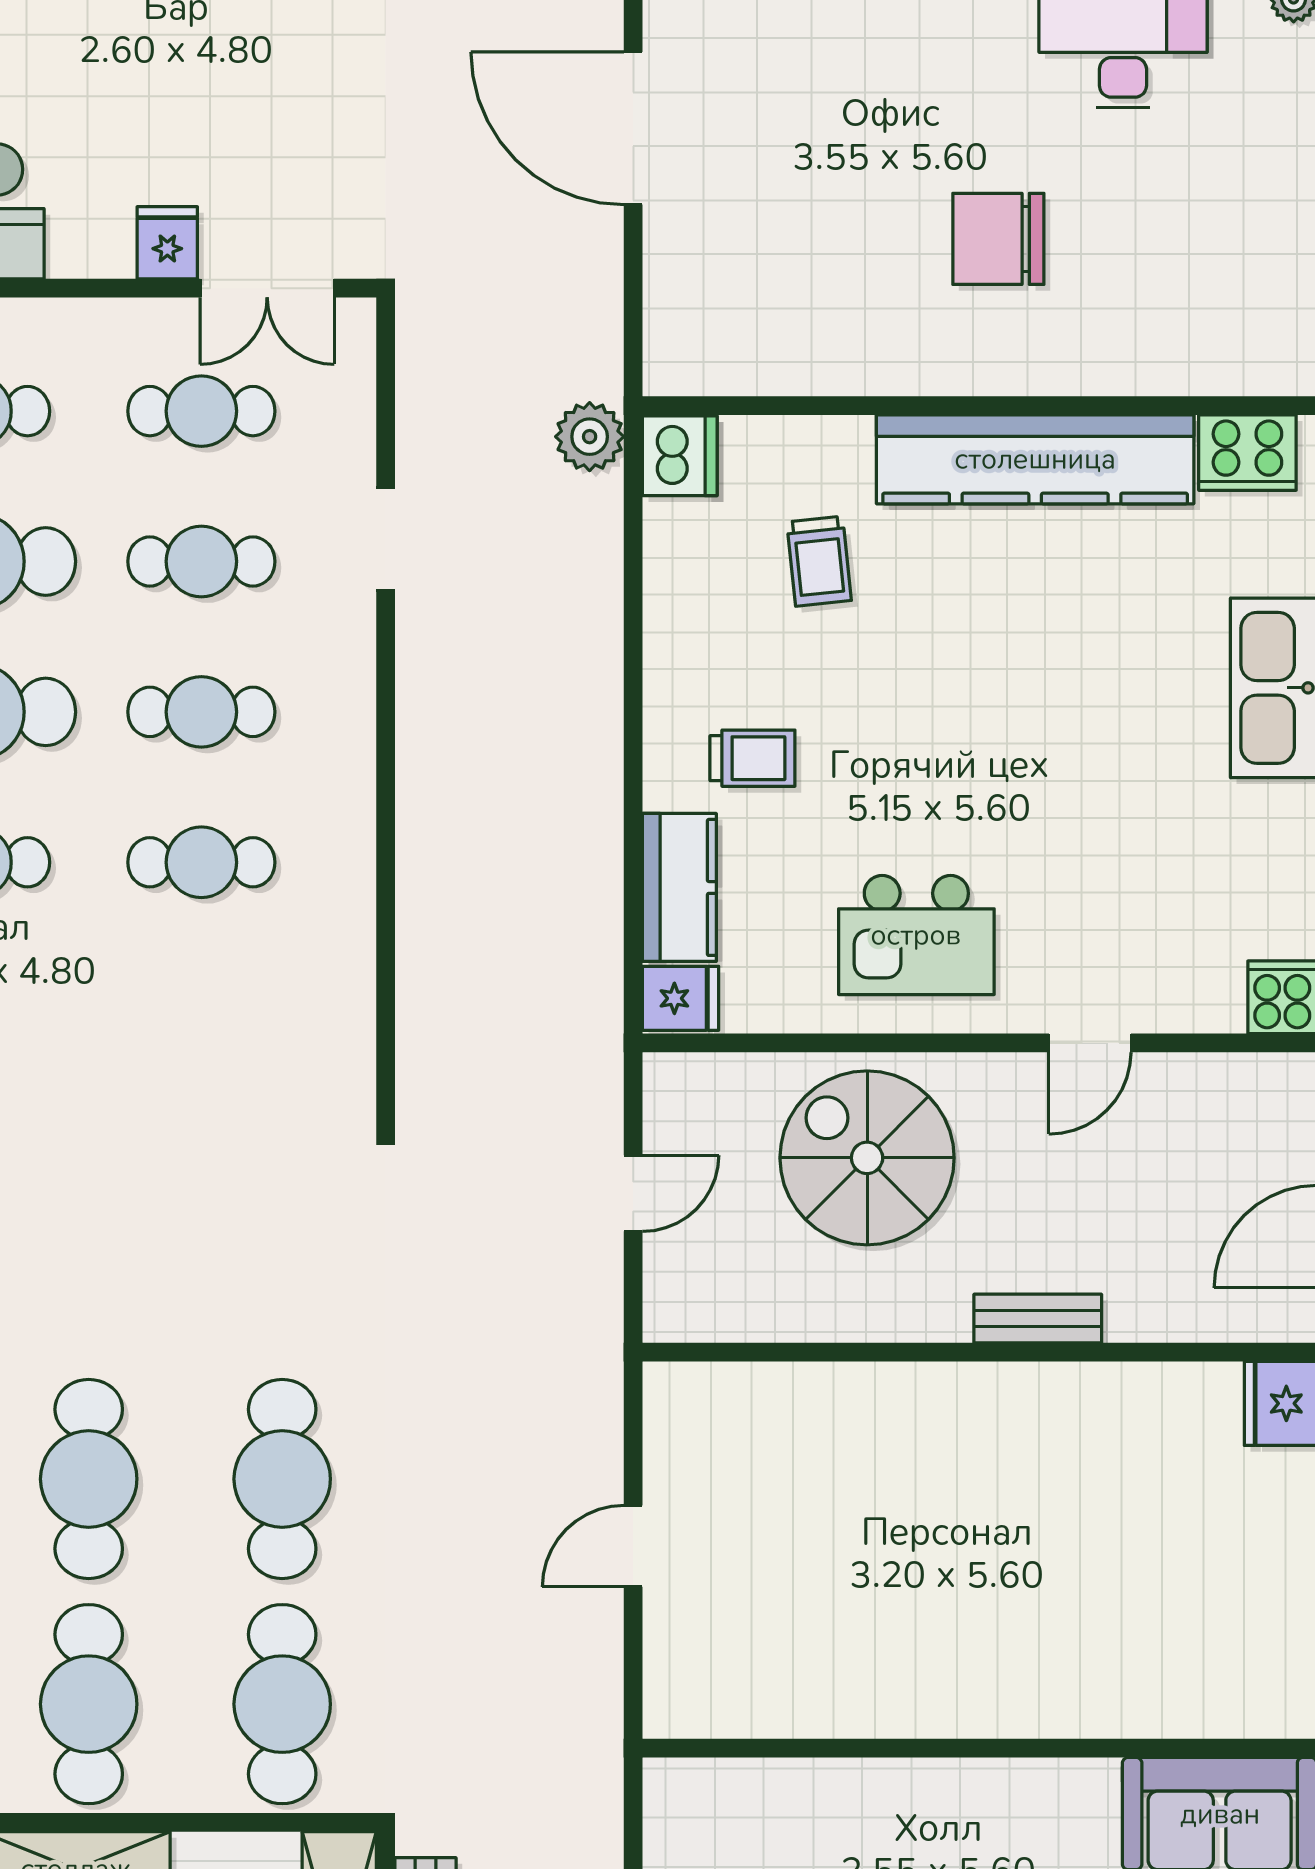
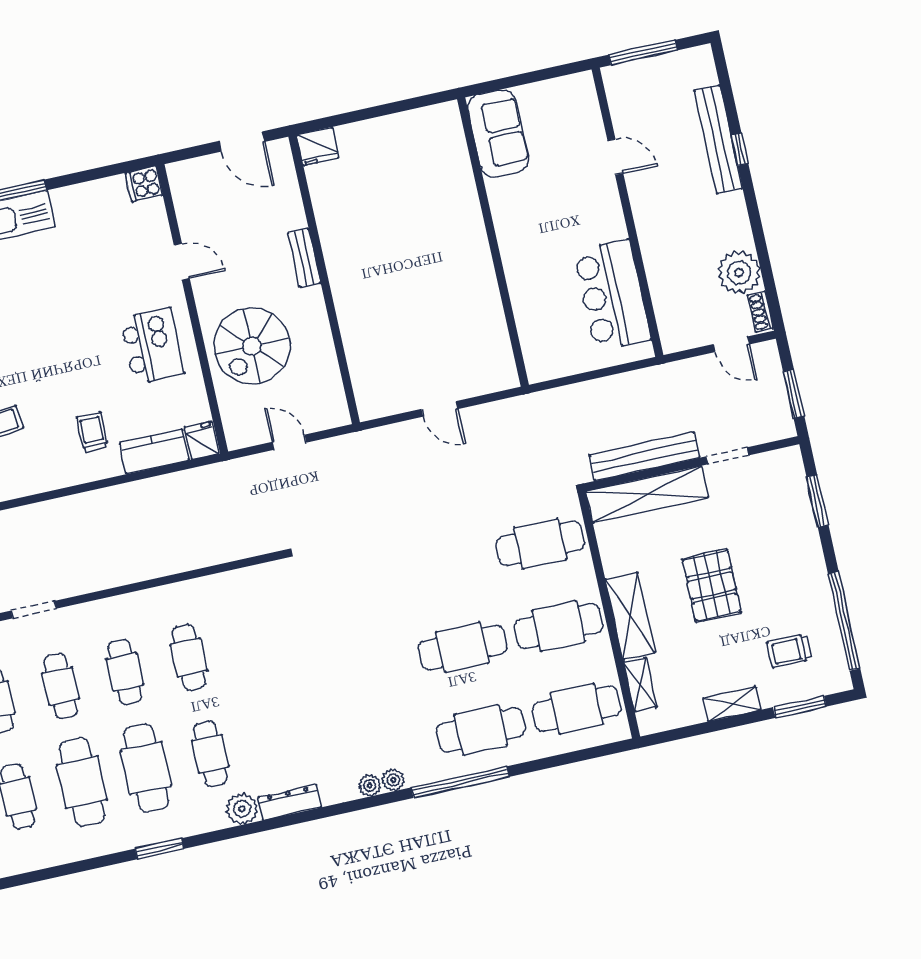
cafe table: (282, 1479) -> (444, 565), removed

